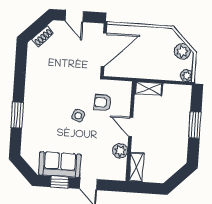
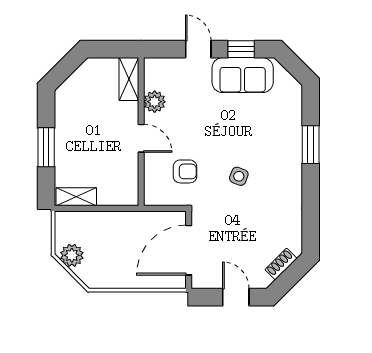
plant: (187, 76) -> (63, 220), removed
shelving: (149, 89) -> (76, 197), moved
side table: (78, 116) -> (239, 176), moved

